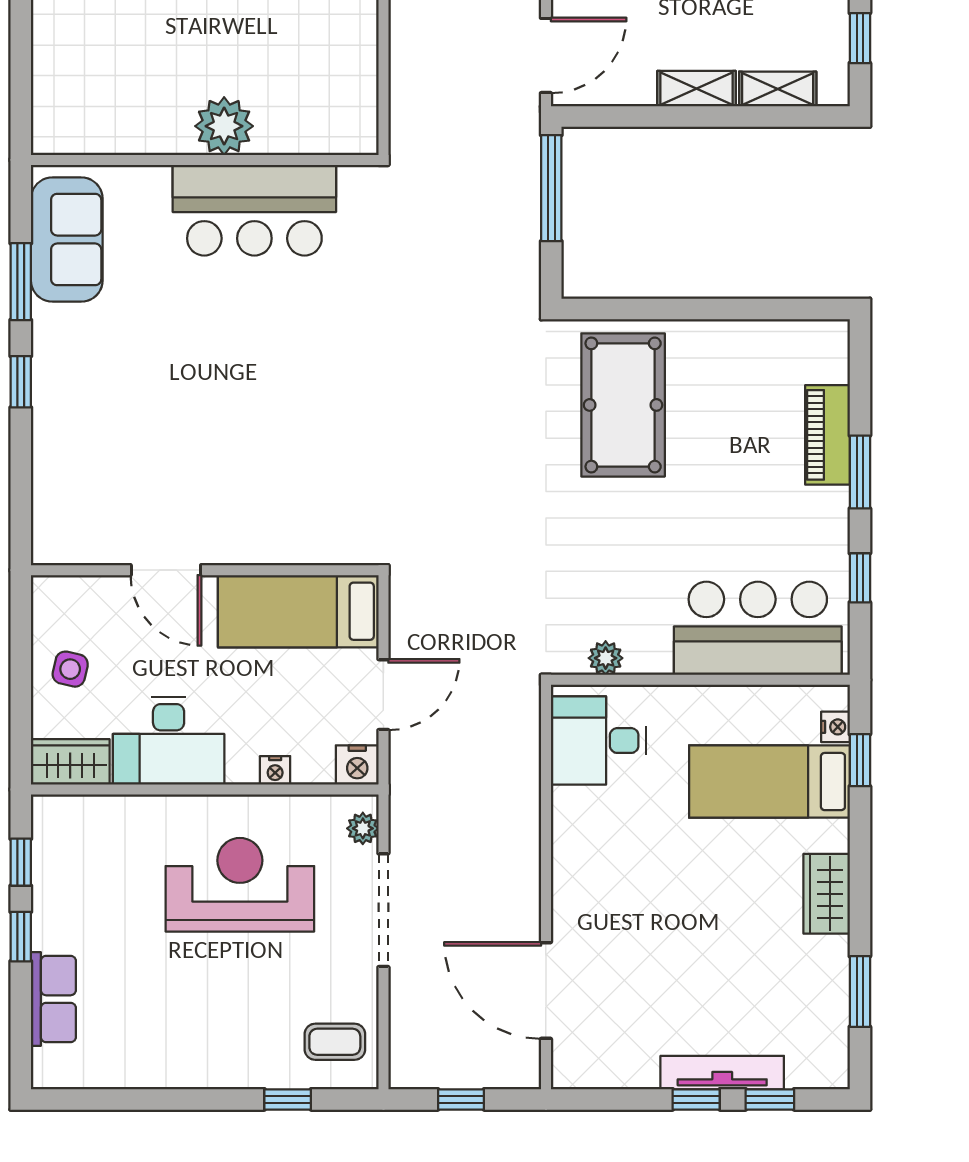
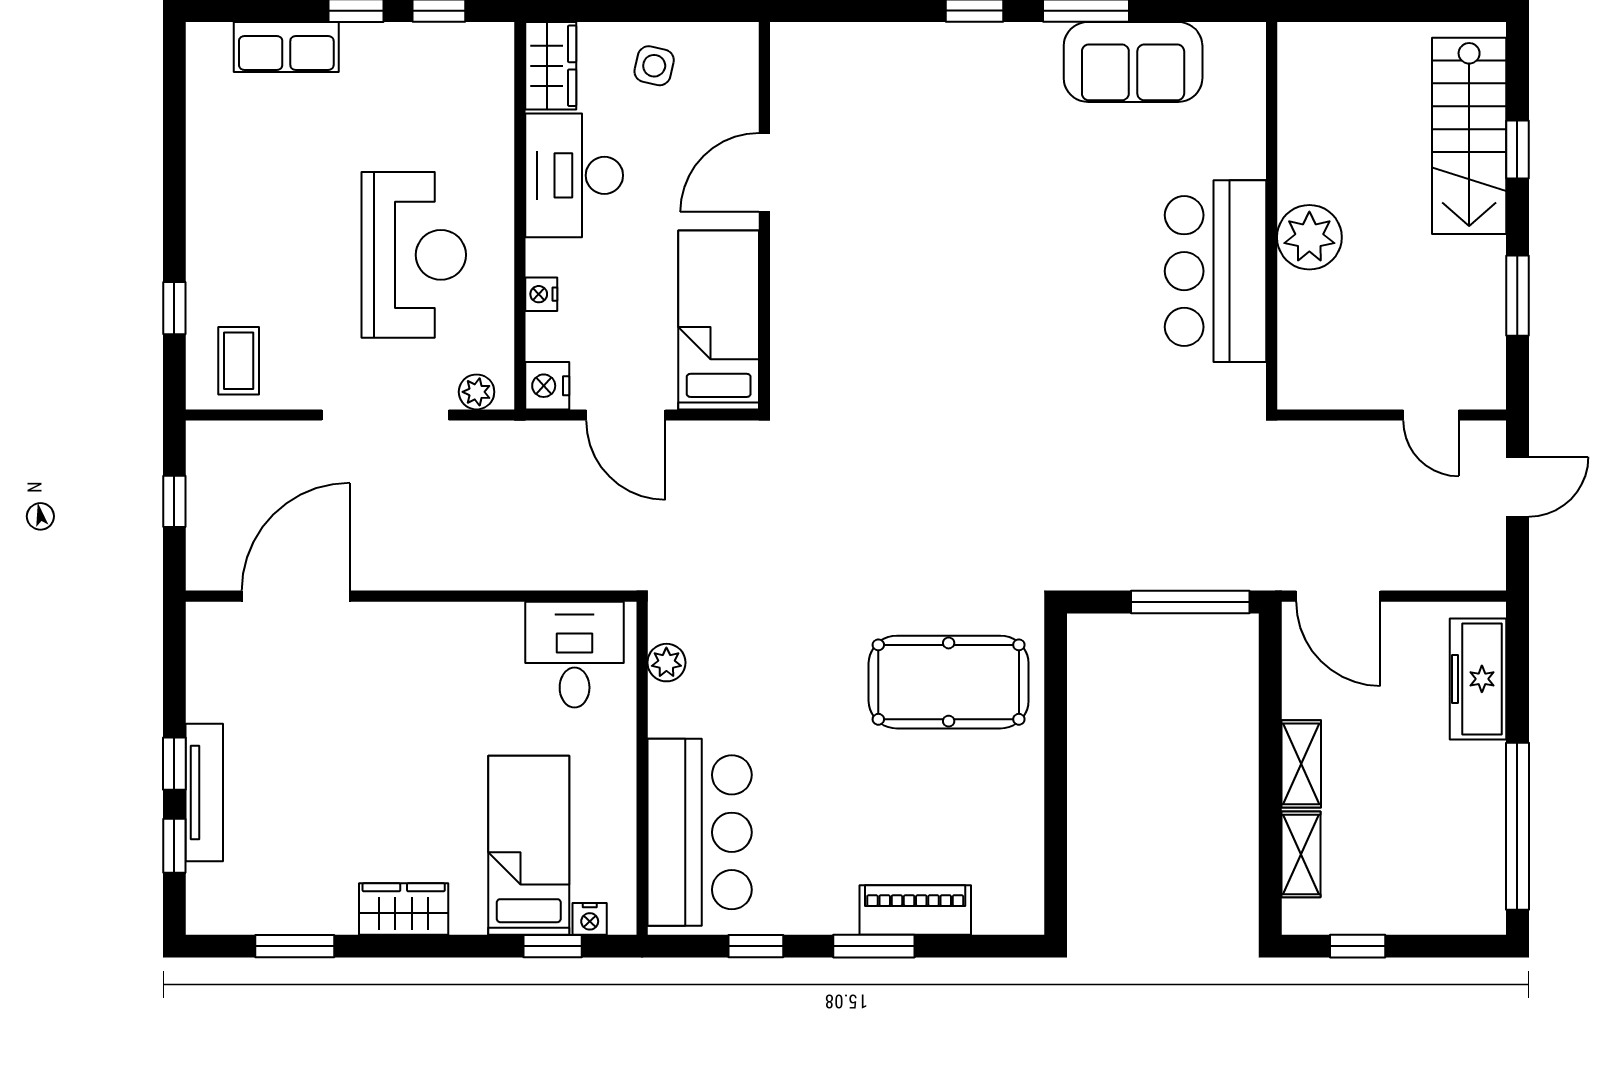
plant: (224, 126) -> (1309, 237), moved
wall: (205, 160) -> (1272, 216), moved
bar counter: (254, 210) -> (1216, 271), moved

